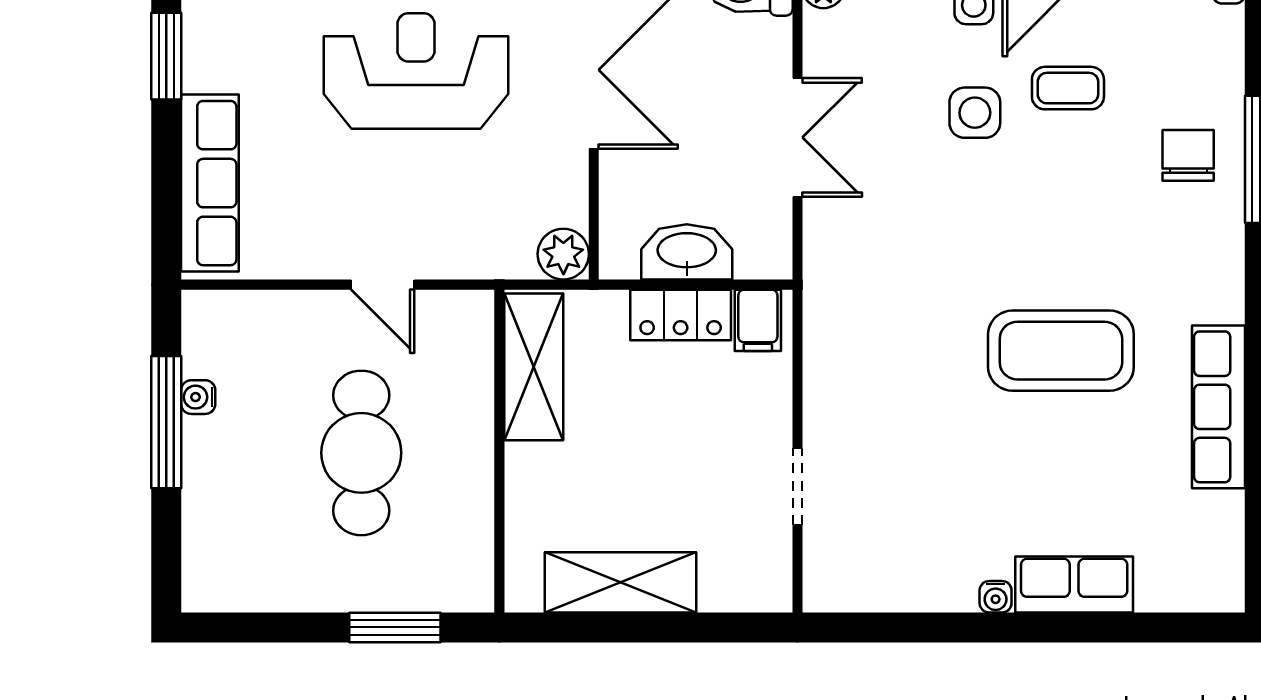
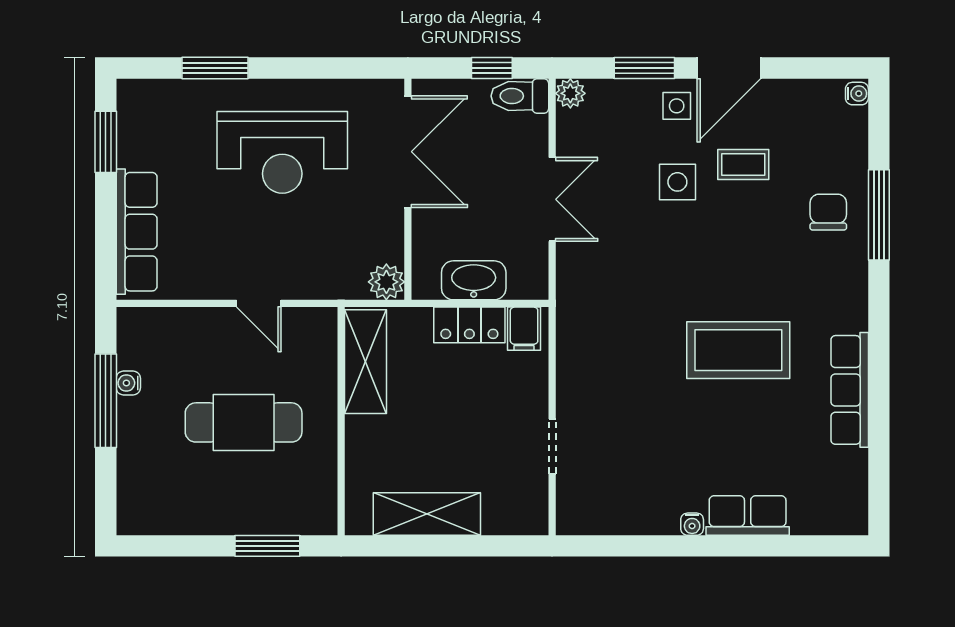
reception desk: (416, 71) -> (282, 152), turned 180
cafe table: (361, 453) -> (244, 422), turned 90

